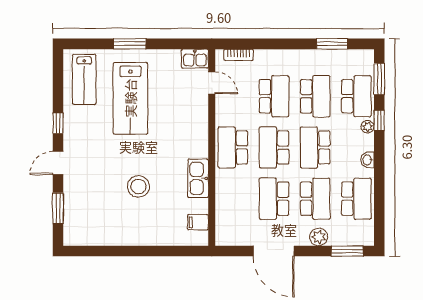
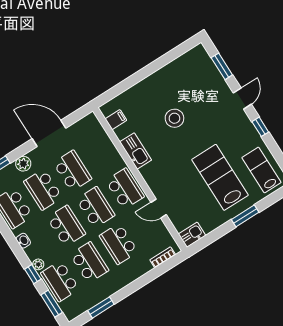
door: (212, 83) -> (159, 209), moved
school desk: (315, 96) -> (89, 262), turned 180

